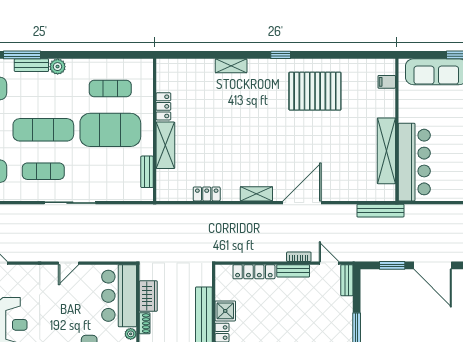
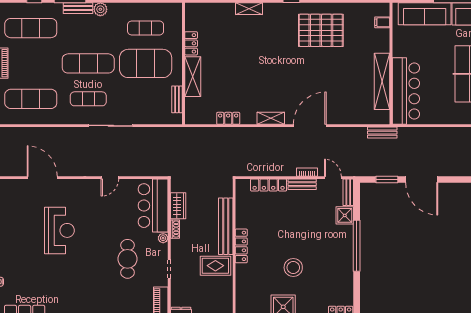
bench: (380, 211) -> (382, 133), width x0.73
shower: (225, 311) -> (345, 215), moved

